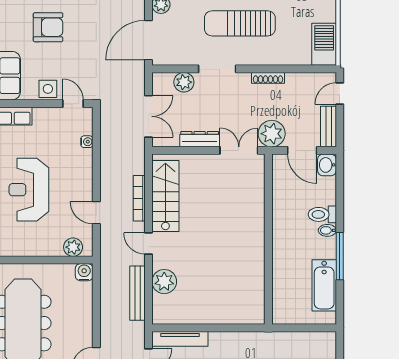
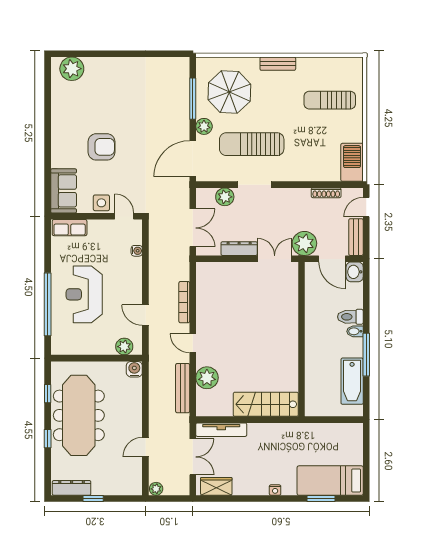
sun lounger: (240, 23) -> (252, 144), moved
shoe rack: (268, 78) -> (326, 193), moved
stairs: (165, 196) -> (266, 404), moved, turned -90

